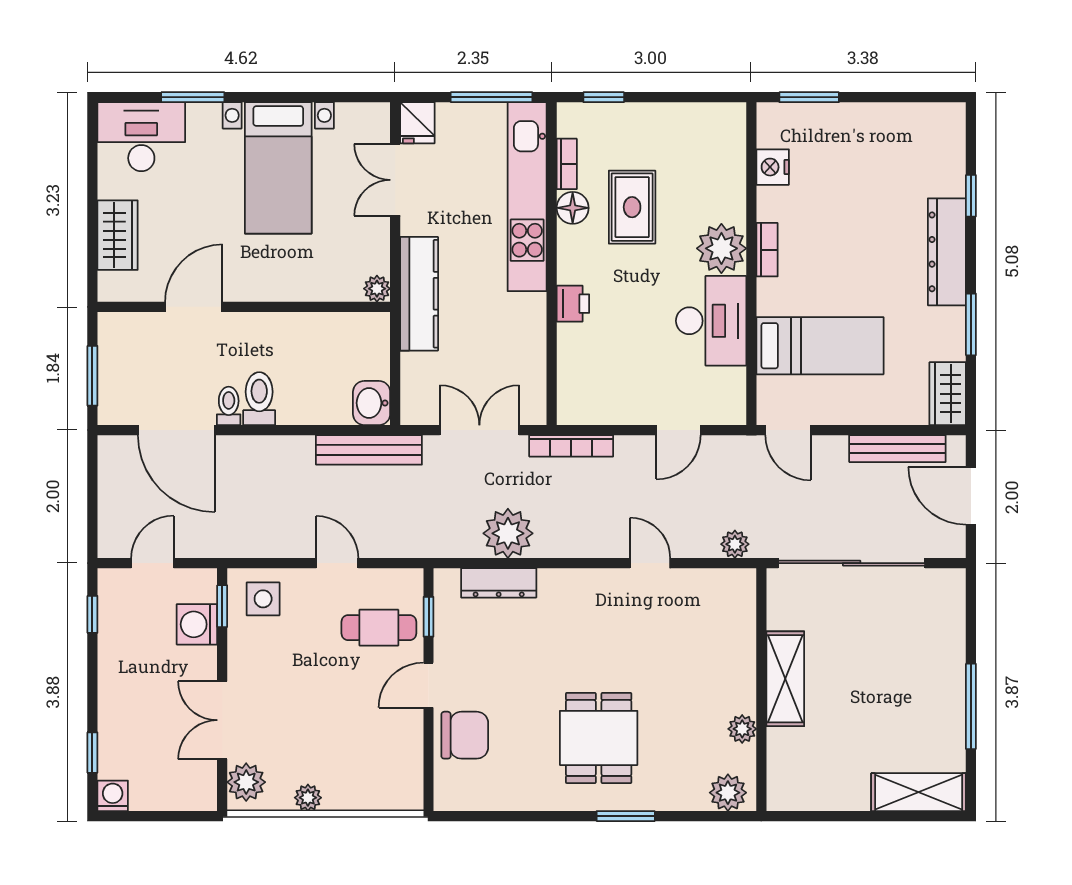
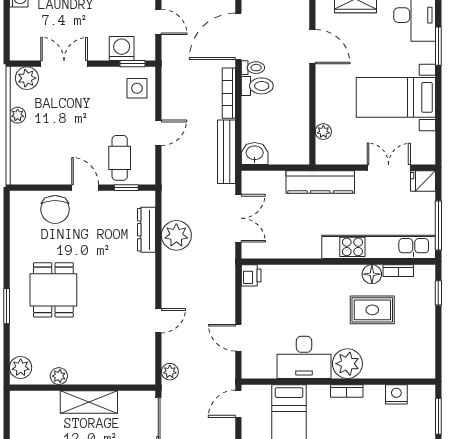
plant: (377, 289) -> (323, 132), moved
printer: (573, 304) -> (251, 275), moved, turned -90
bookcase: (571, 446) -> (229, 93), moved
dining table: (599, 738) -> (53, 290), turned 90

